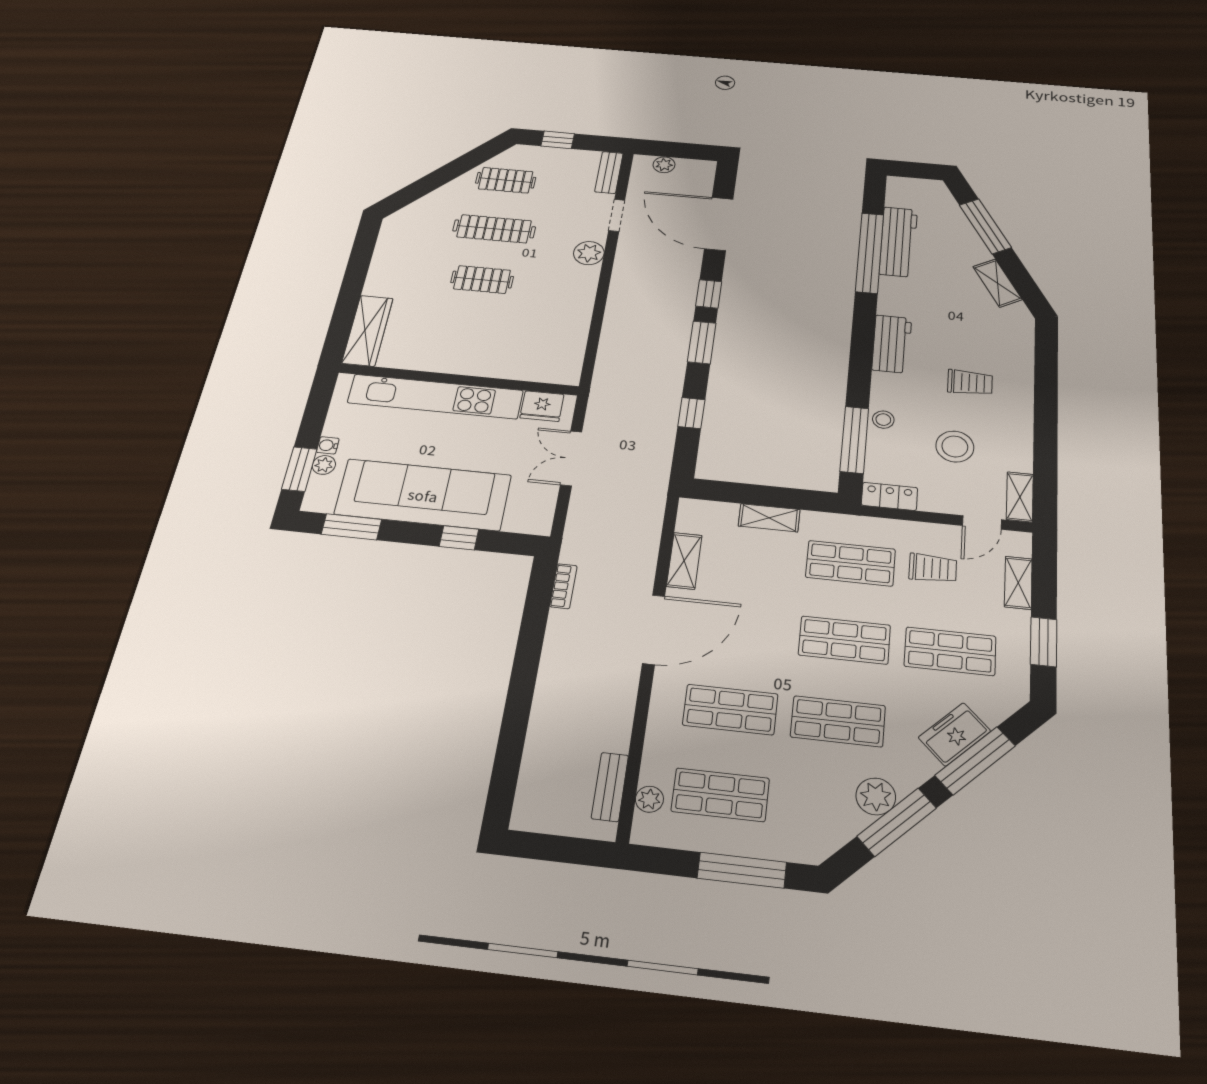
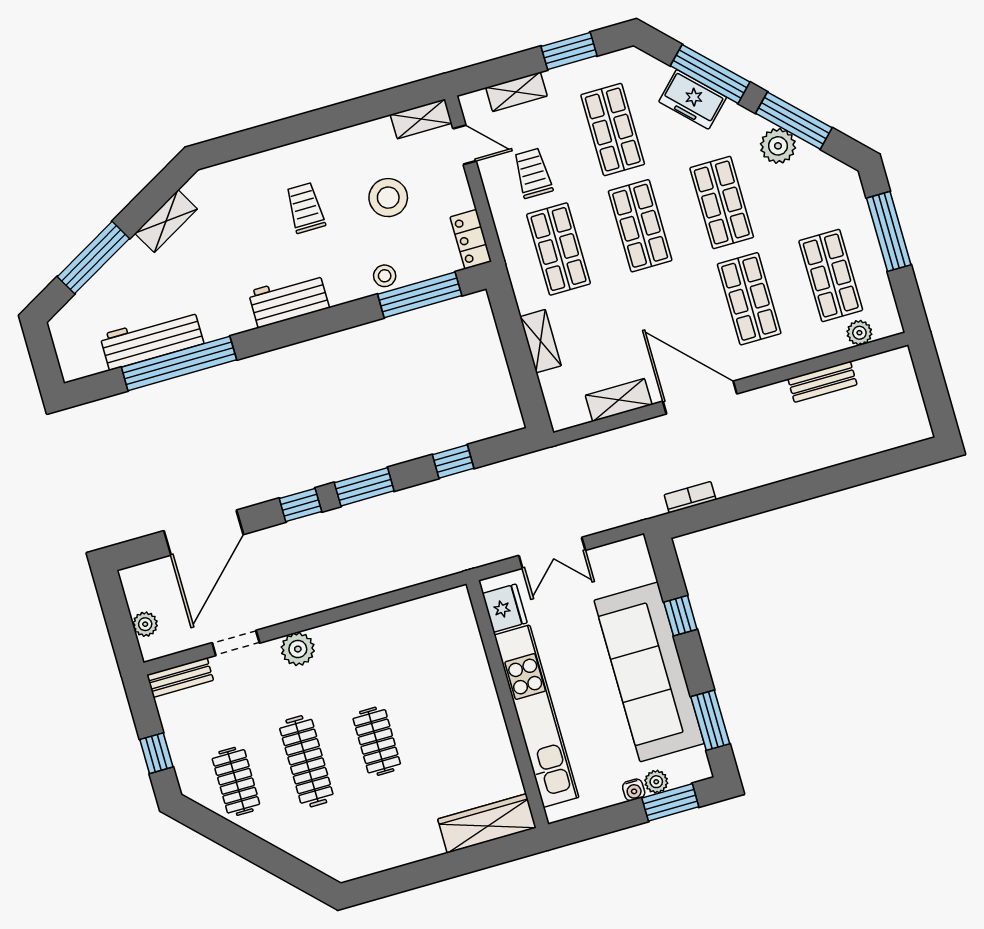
bench: (610, 787) -> (822, 382), moved

